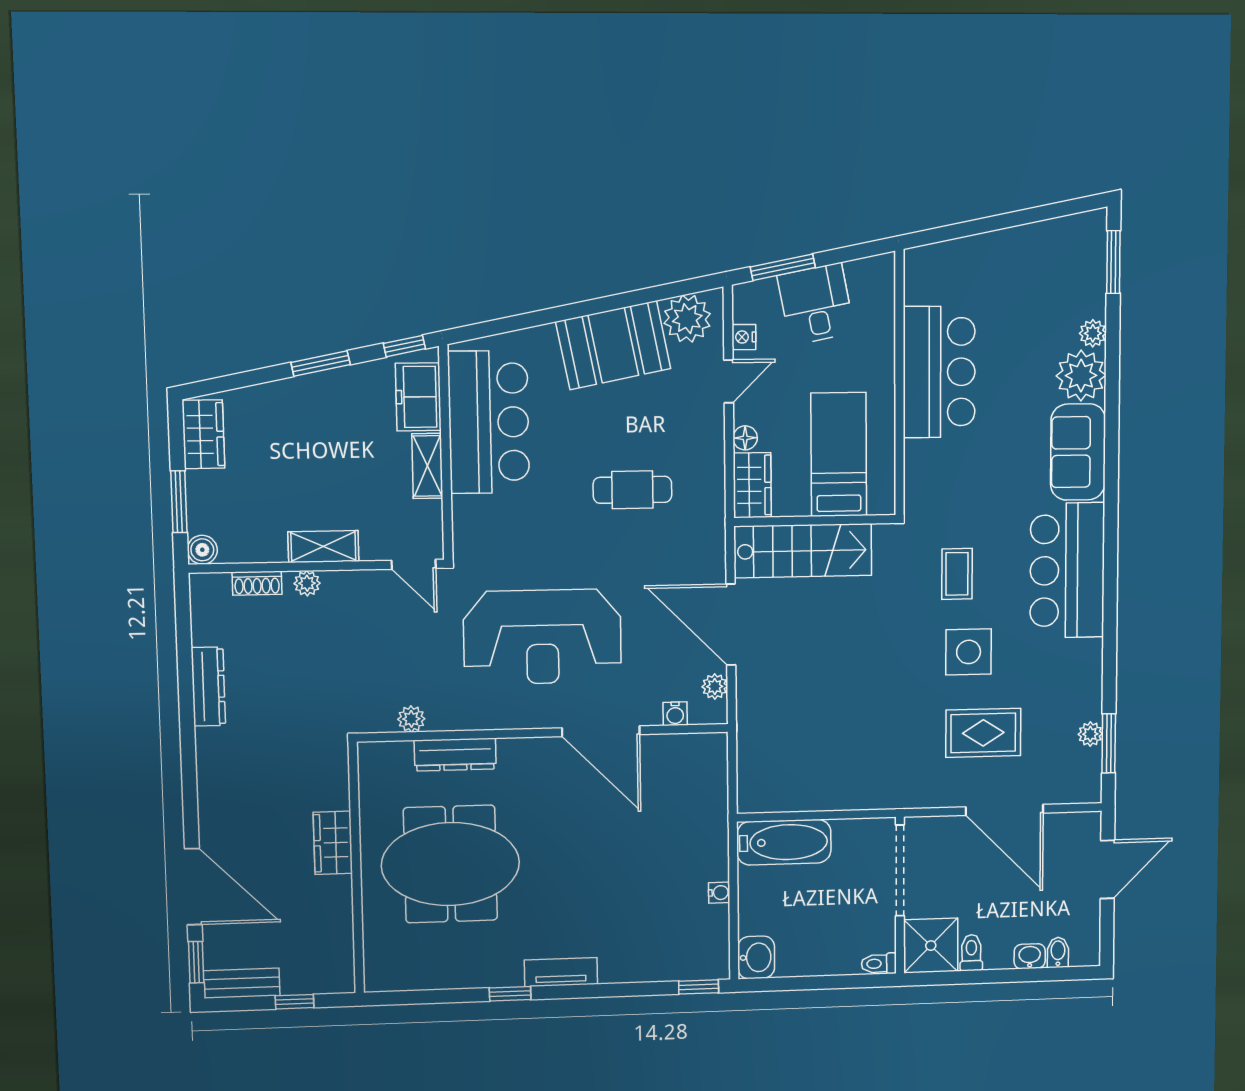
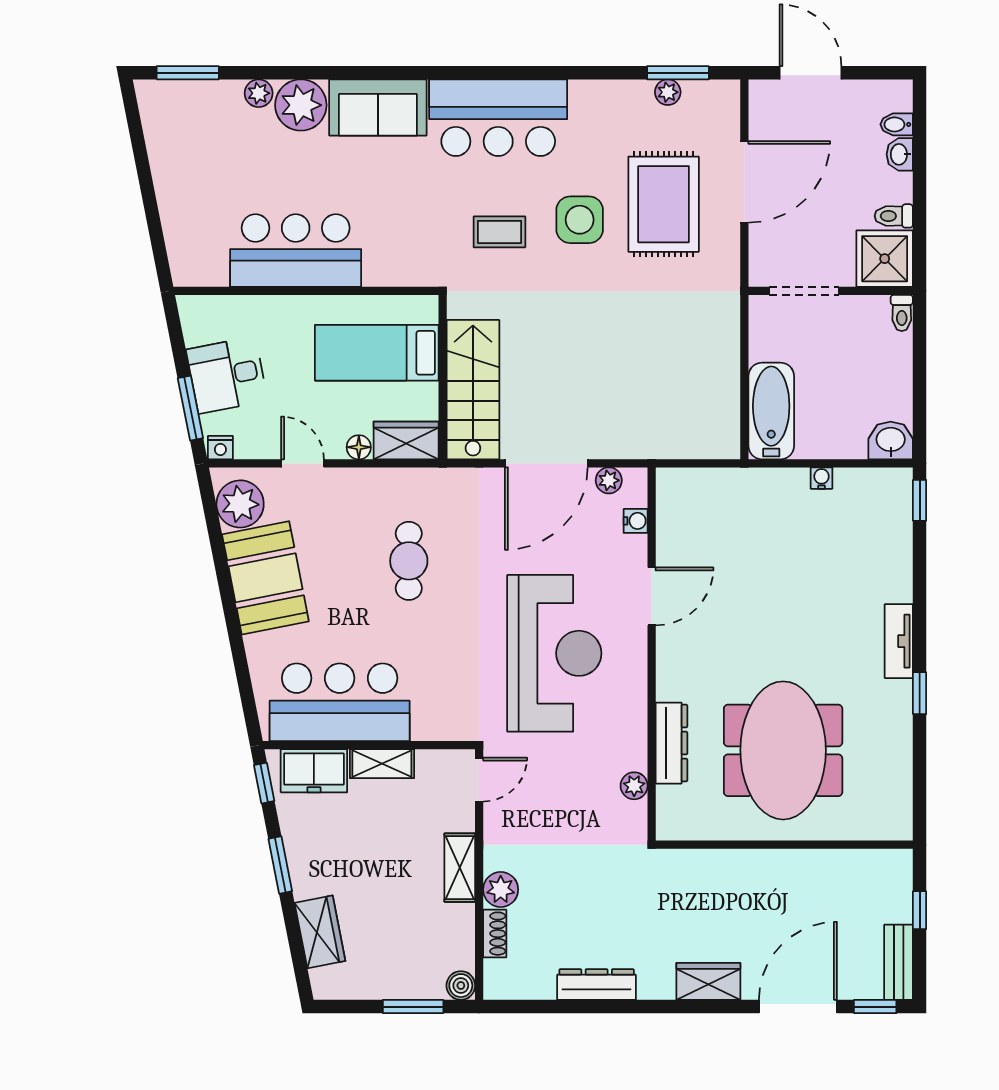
nightstand: (744, 337) -> (220, 448), moved
wardrobe: (203, 434) -> (320, 932), moved, turned 79
plant: (307, 583) -> (501, 890), width x1.38, depth x1.38
door: (601, 731) -> (652, 596), width x0.73
rug: (983, 733) -> (664, 204), width x1.36, depth x1.43
wardrobe: (333, 843) -> (708, 981), moved, turned 180
doorway: (900, 870) -> (804, 291), width x0.73

